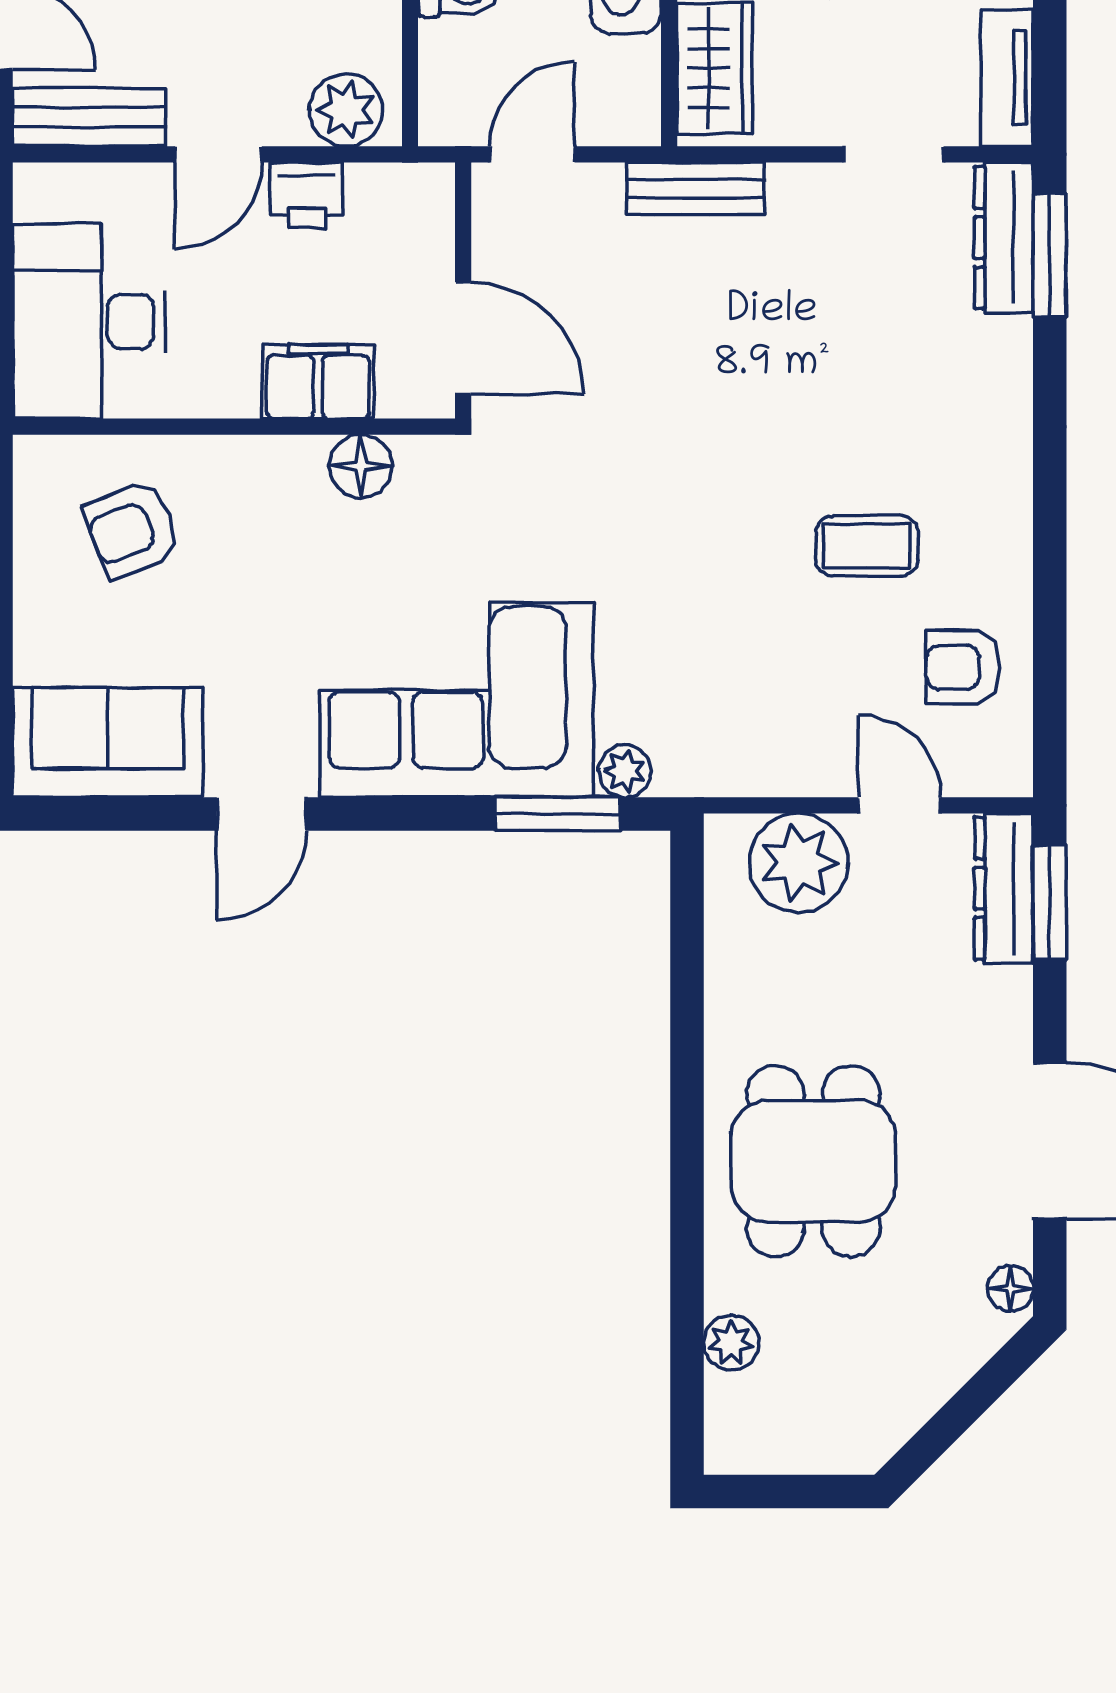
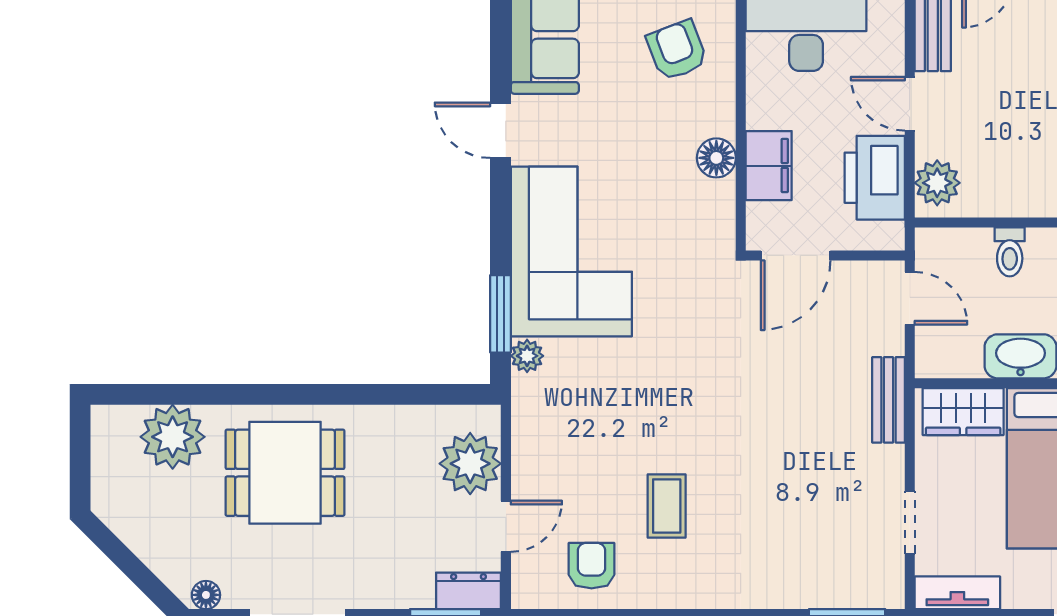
printer: (306, 195) -> (875, 178), width x1.87, depth x1.48
dresser: (1004, 238) -> (858, 591), removed
floor lamp: (361, 466) -> (716, 158), moved
dresser: (1004, 888) -> (468, 591), width x0.70
plant: (731, 1343) -> (173, 437), width x1.88, depth x1.88

